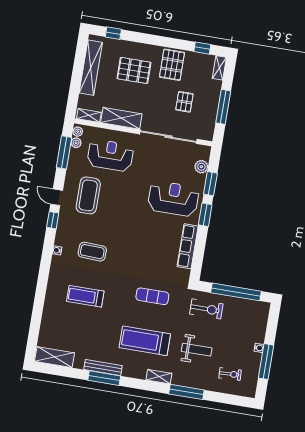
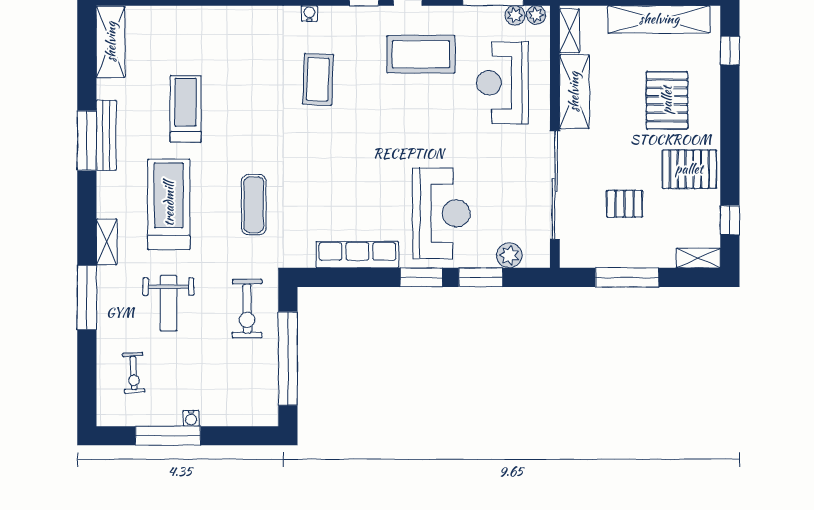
reception desk: (110, 155) -> (502, 83), turned 180
treadmill: (85, 296) -> (186, 109), moved

